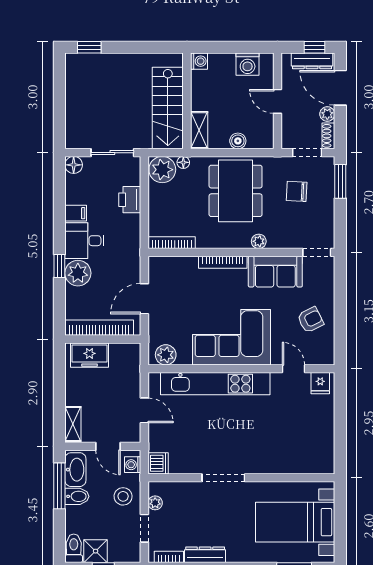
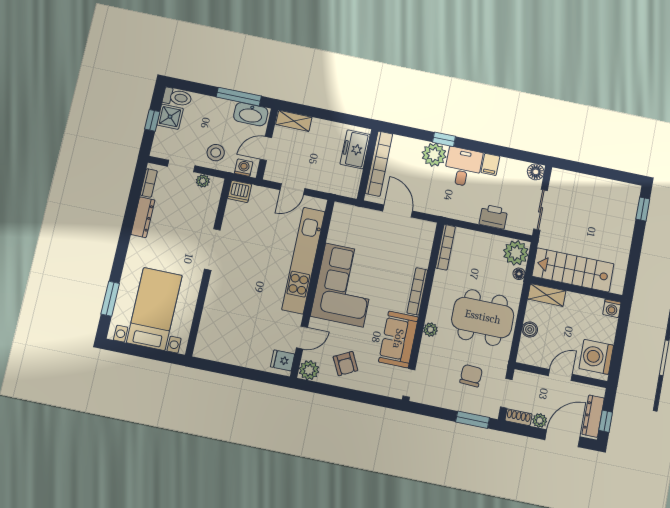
washing machine: (248, 64) -> (596, 357), width x1.37, depth x1.37
plant: (166, 355) -> (309, 370), moved
bidet: (77, 496) -> (225, 110), removed

